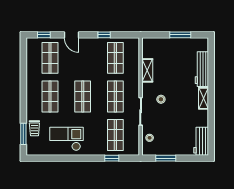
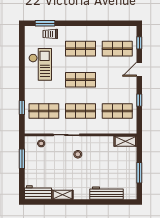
shelving: (147, 70) -> (125, 141), moved
shelving: (203, 98) -> (63, 195), moved

